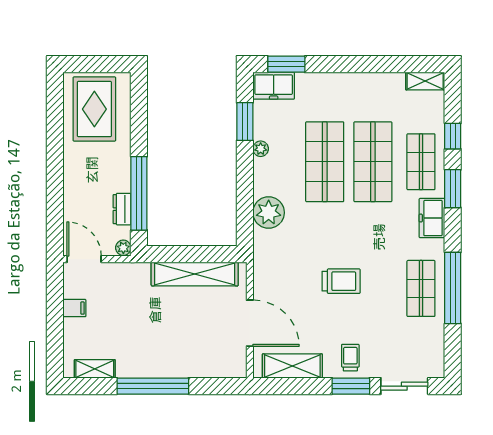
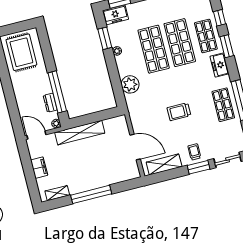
shelving: (195, 274) -> (80, 133), moved
trolley: (341, 281) -> (179, 112), turned 180
filing cabinet: (74, 308) -> (39, 168), width x2.00

